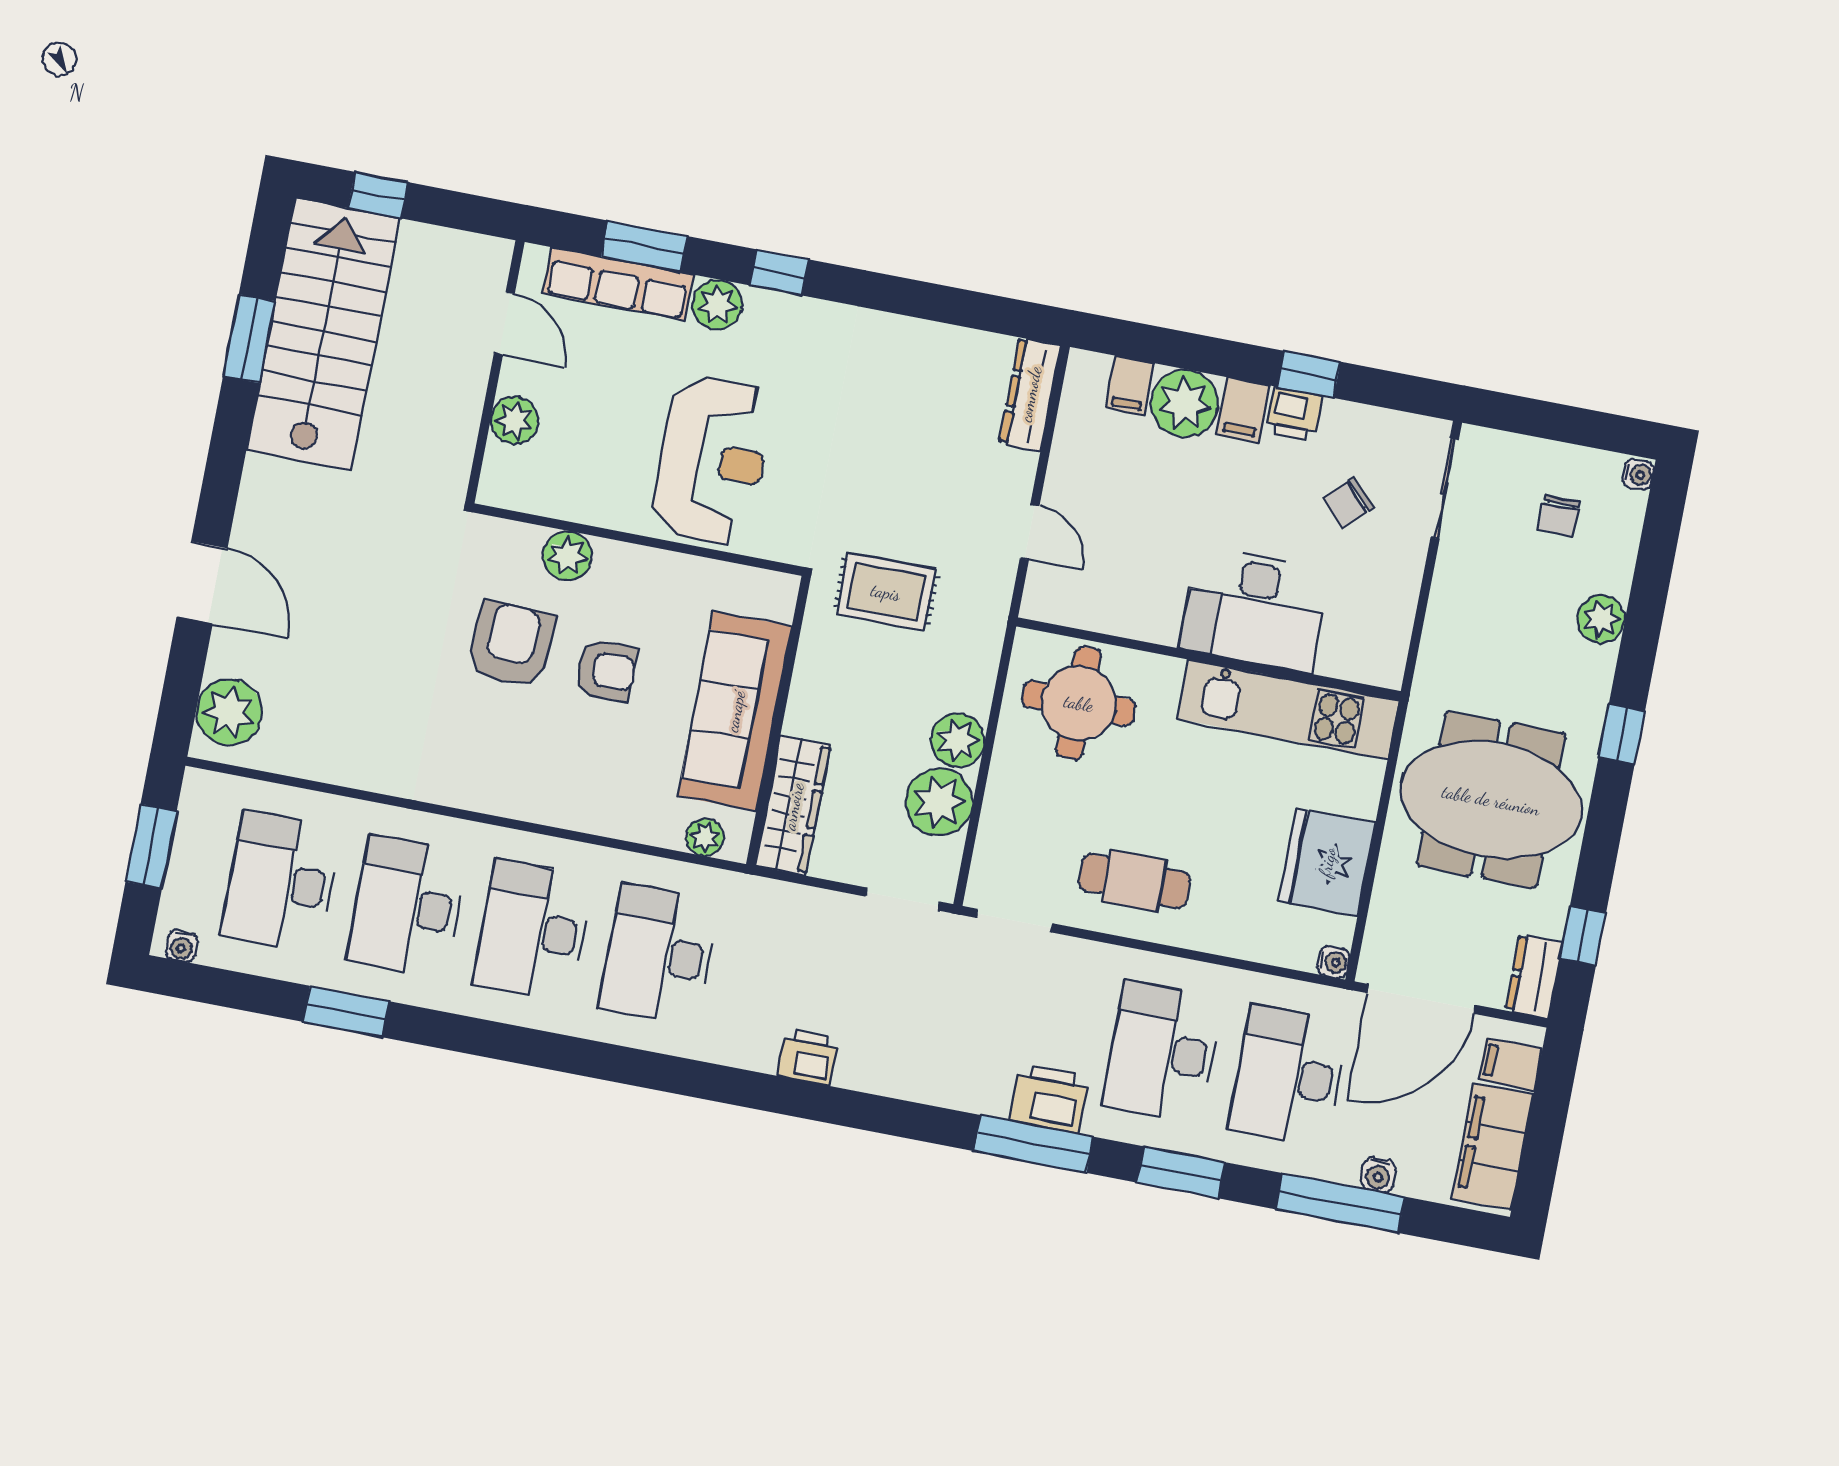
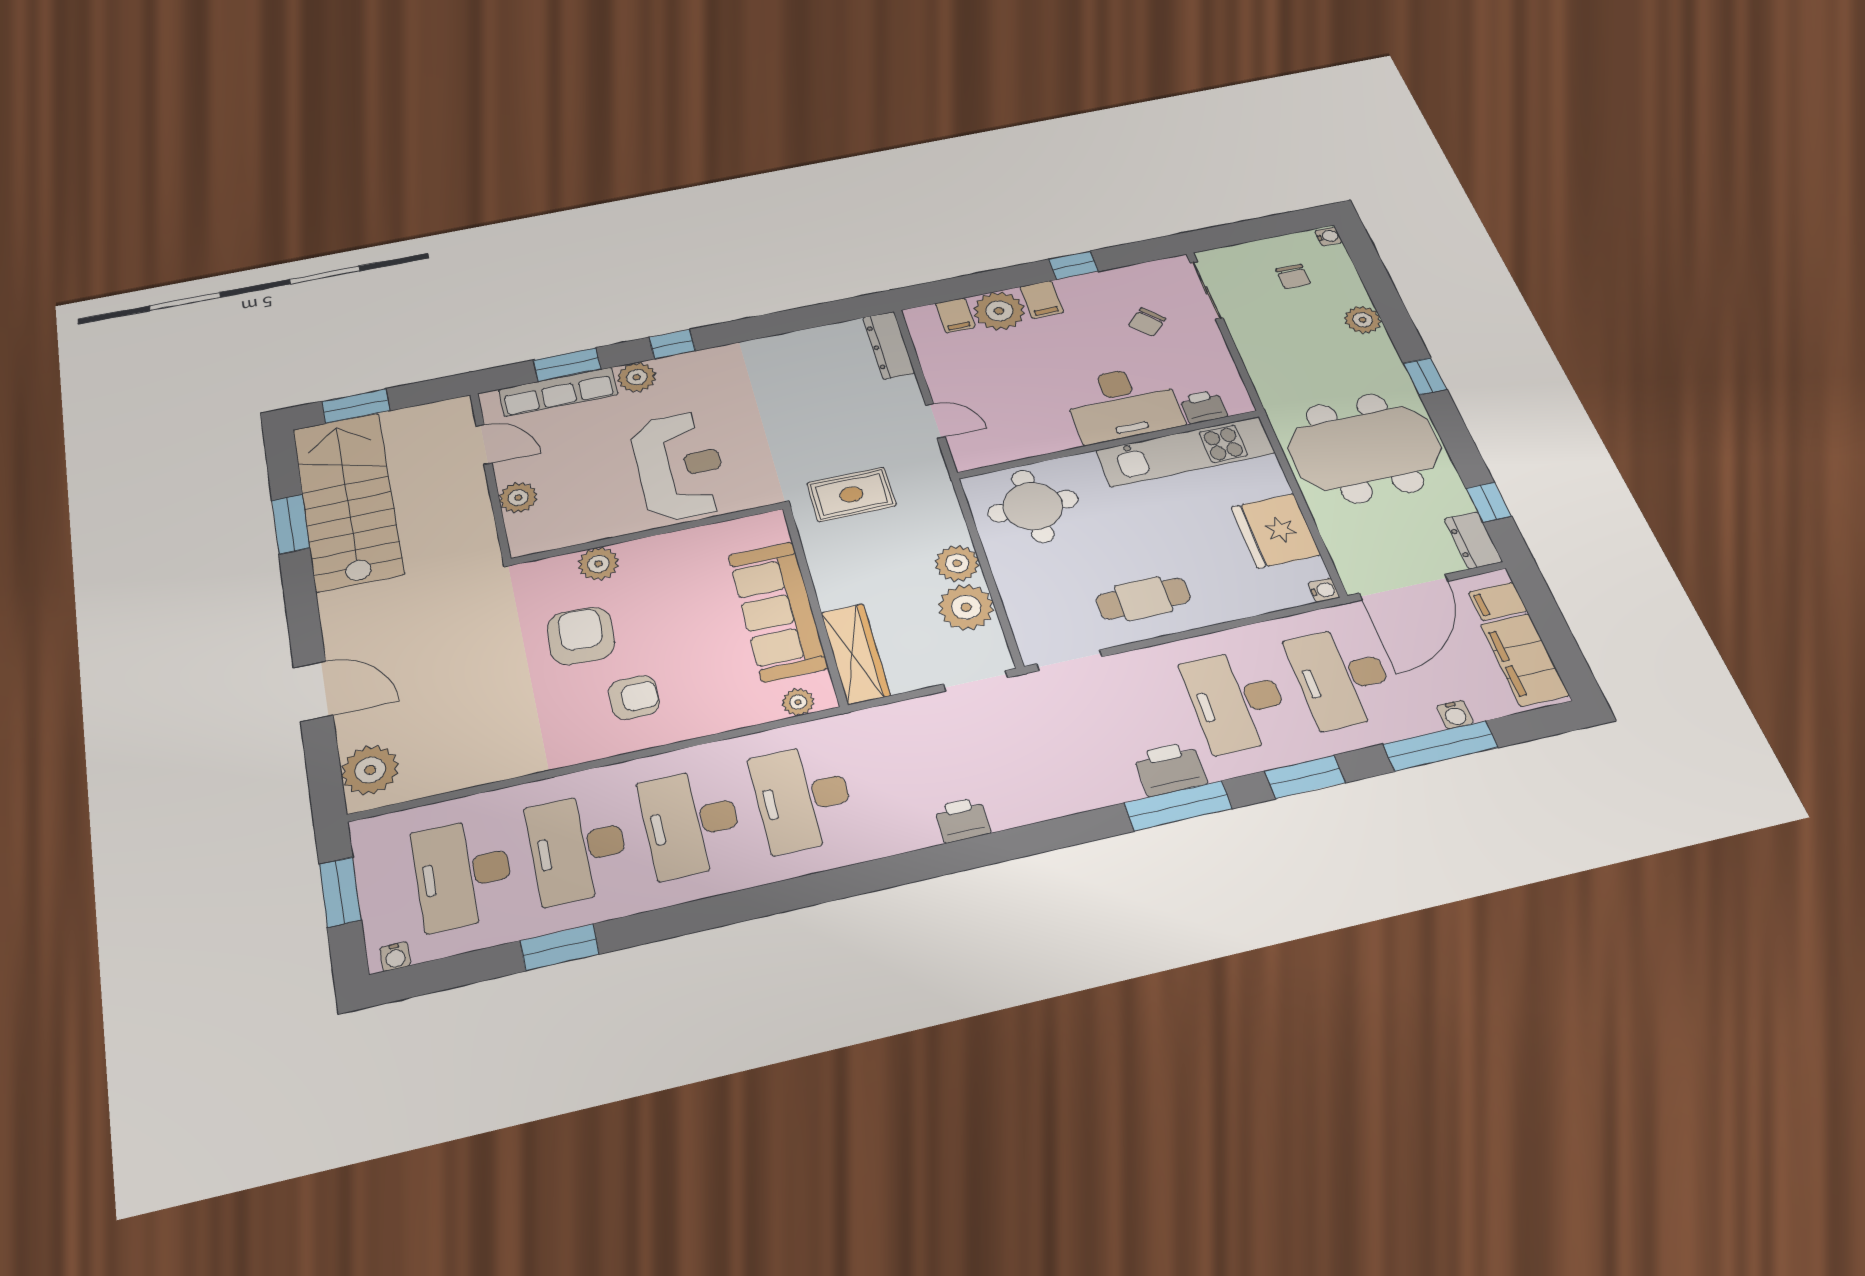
window: (378, 195) -> (356, 406), width x1.50
printer: (1294, 414) -> (1203, 407), moved, turned 180
armchair: (606, 670) -> (634, 697), moved

